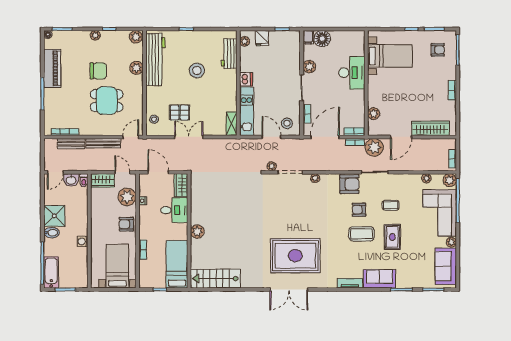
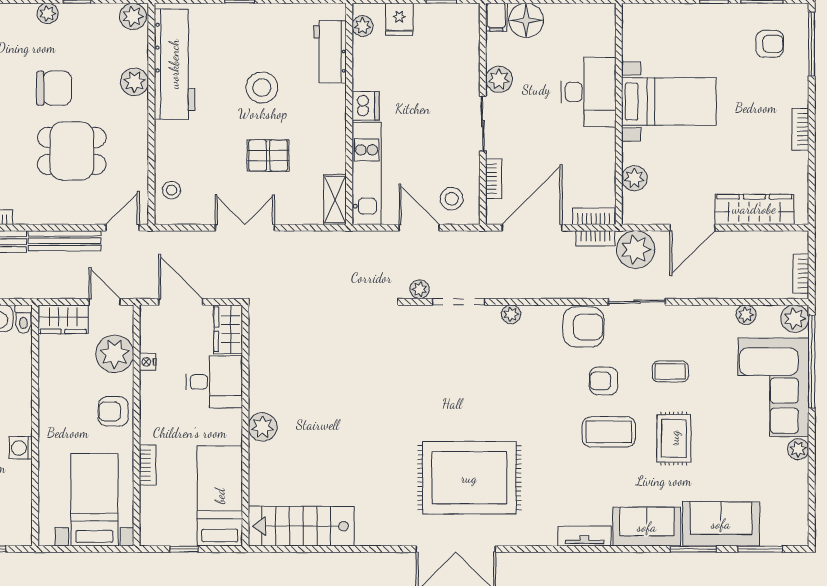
bed with nightstands: (390, 56) -> (669, 102), moved
pallet: (179, 113) -> (268, 155), moved
sofa: (446, 266) -> (721, 524), moved, turned 90

